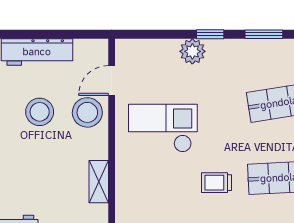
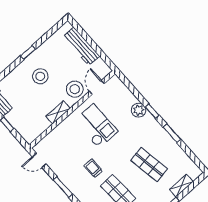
door: (112, 81) -> (97, 87), hinge flipped
stool: (40, 112) -> (40, 76), moved
shelving: (99, 182) -> (58, 112), moved

